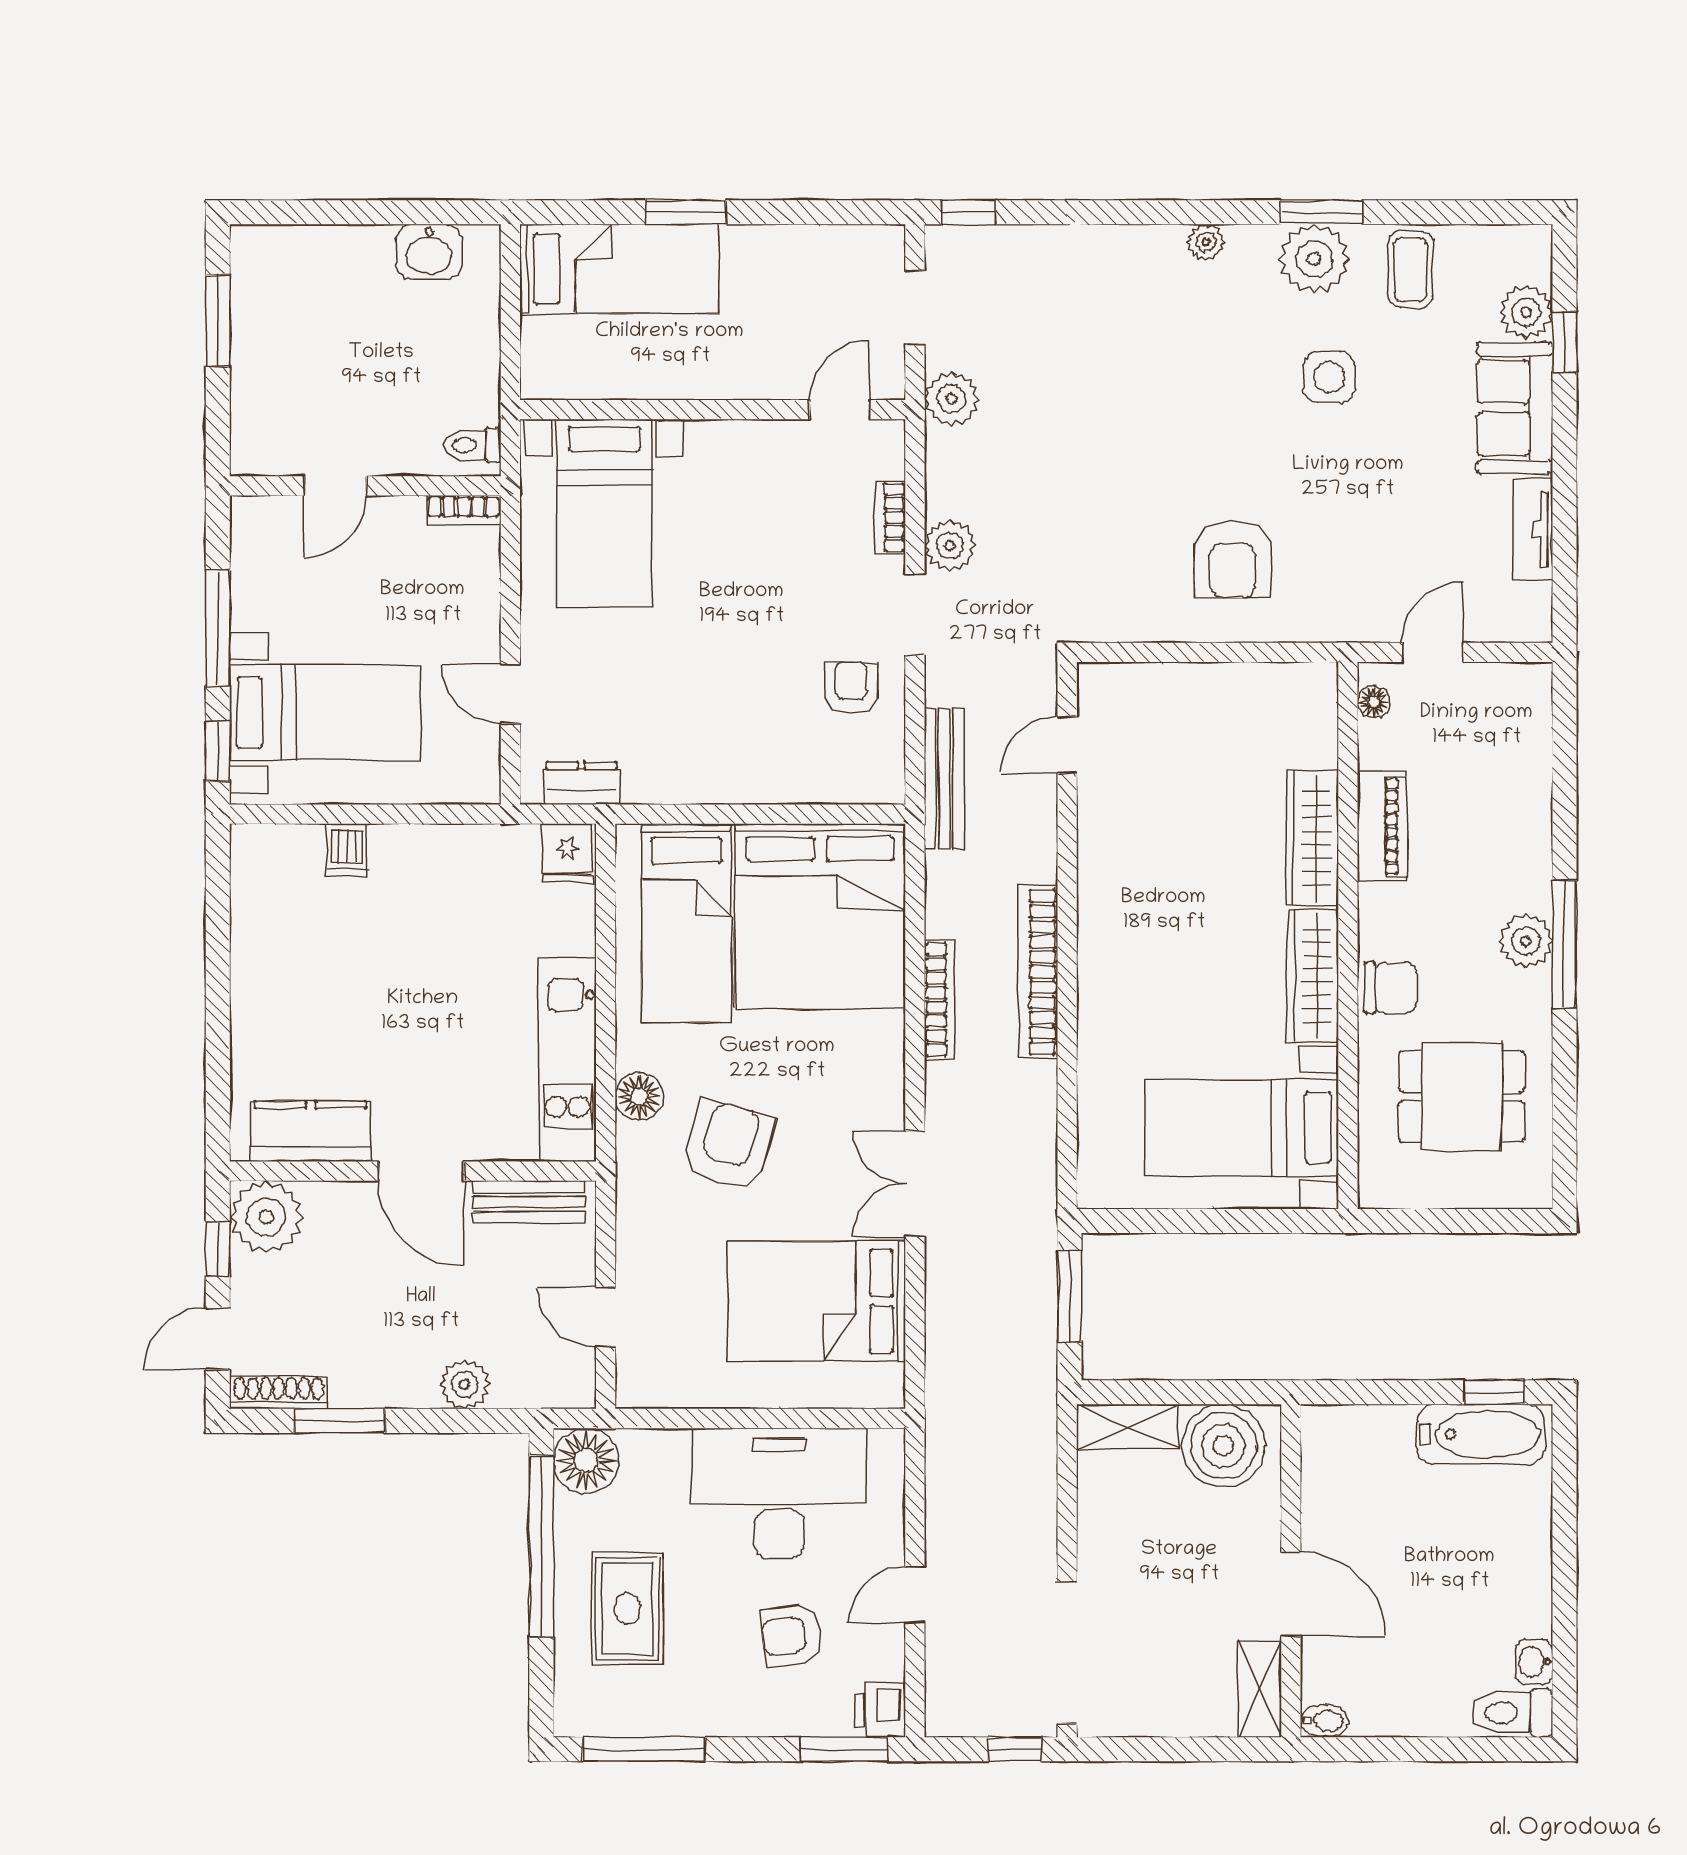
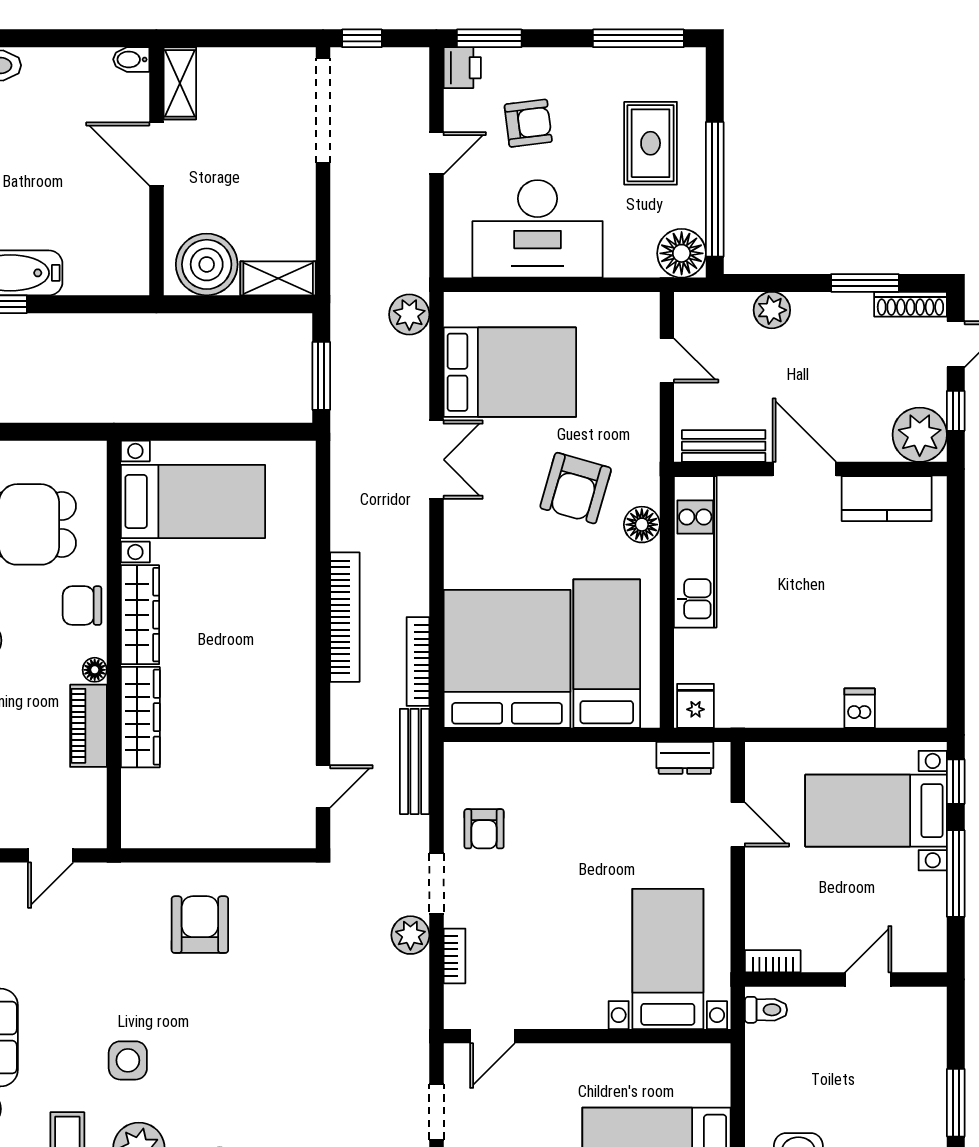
plant: (951, 399) -> (409, 314), moved
floor lamp: (1374, 702) -> (95, 670), moved
bookcase: (940, 1000) -> (418, 662), moved

